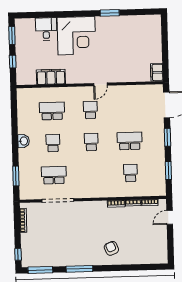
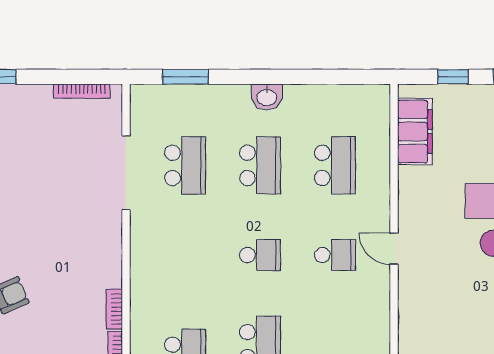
filing cabinet: (51, 77) -> (415, 132), moved
door: (100, 84) -> (394, 249), moved
school desk: (53, 143) -> (260, 165), width x1.85

